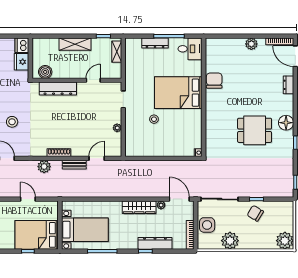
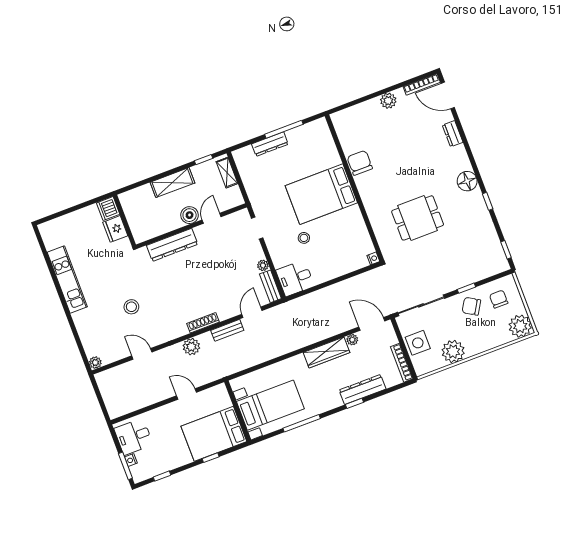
desk: (190, 49) -> (295, 278), moved, turned 180
boiler: (45, 72) -> (190, 215), moved
dining table: (255, 130) -> (418, 218), moved
bench: (117, 145) -> (270, 286), added
chair: (277, 216) -> (499, 299), added

